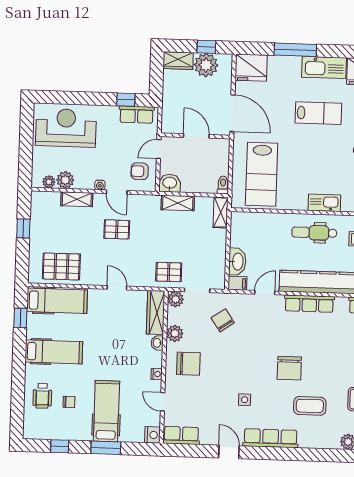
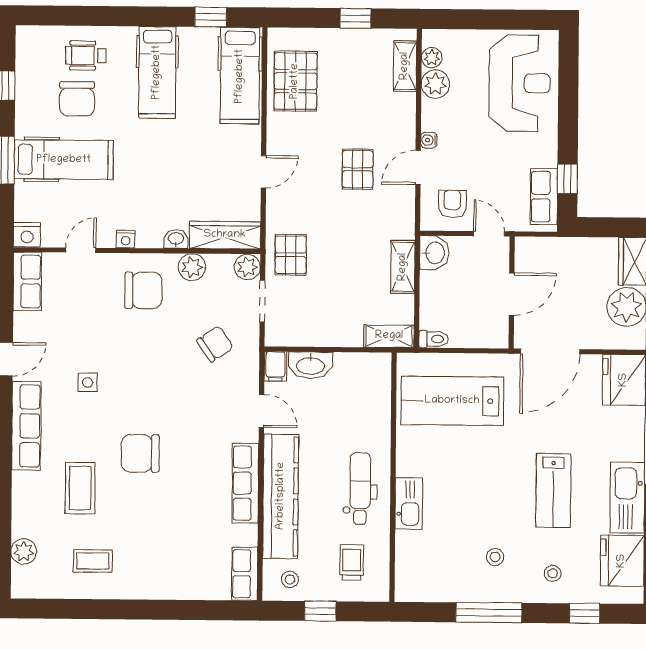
shelving: (77, 199) -> (405, 66), moved
chair: (188, 364) -> (144, 290), turned -90
chair: (69, 402) -> (77, 99), width x1.87, depth x1.87

